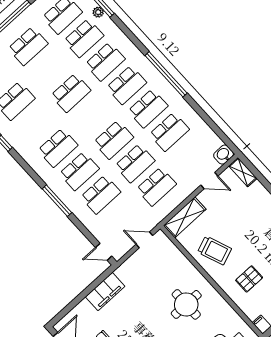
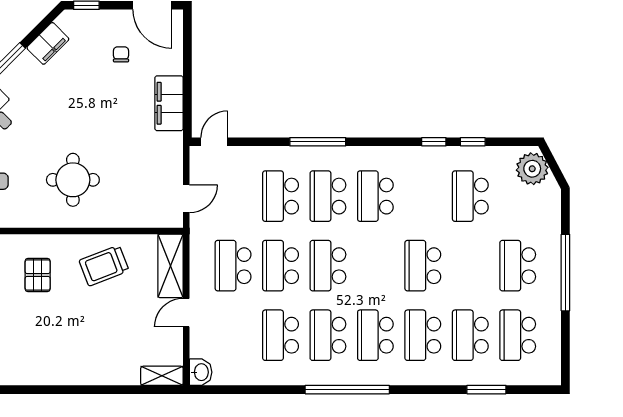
plant: (98, 12) -> (484, 377), removed
door: (209, 181) -> (186, 313), moved

